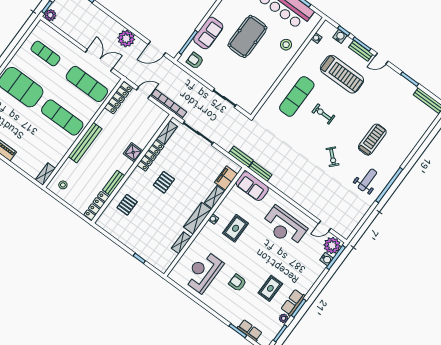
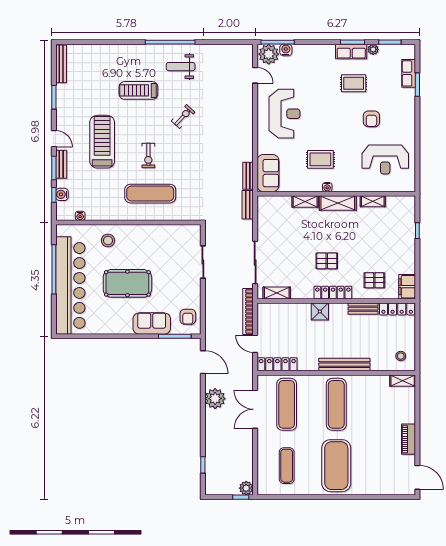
treadmill: (342, 74) -> (102, 142), moved
locker: (150, 156) -> (333, 293), moved
filing cabinet: (226, 178) -> (407, 287), moved, turned 90

